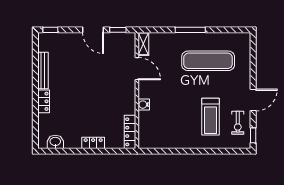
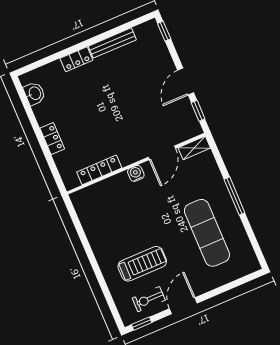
door: (253, 100) -> (183, 306), swing flipped
water cooler: (144, 105) -> (136, 173), moved
treadmill: (211, 117) -> (142, 264), turned 180
locker: (130, 132) -> (99, 170), moved

